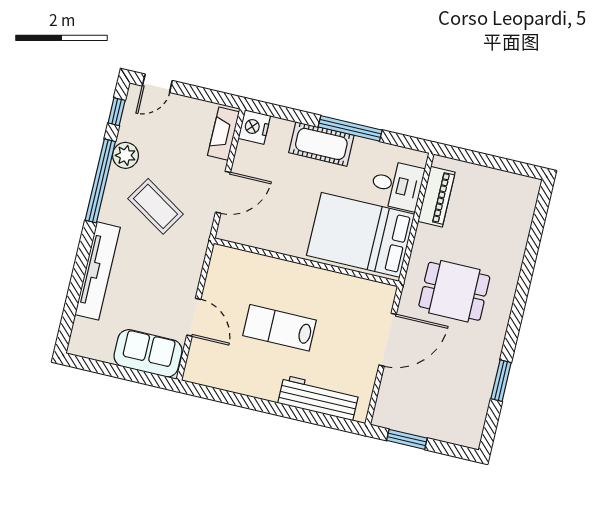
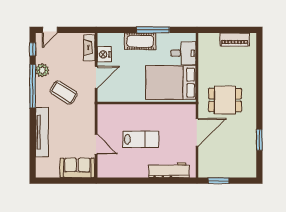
nightstand: (254, 127) -> (104, 54), moved
piano: (436, 197) -> (235, 39), moved, turned 90
lab bench: (280, 328) -> (141, 139), turned 180

